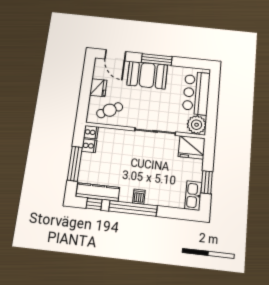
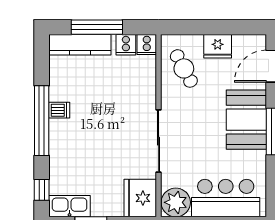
kitchen counter: (98, 192) -> (80, 45), moved, turned 90
dishwasher: (139, 197) -> (59, 110), moved
window: (94, 204) -> (42, 190), moved

